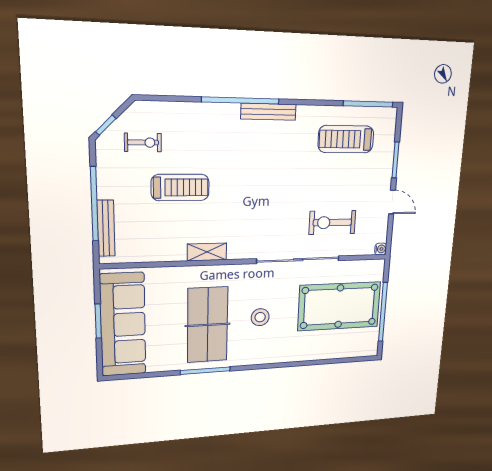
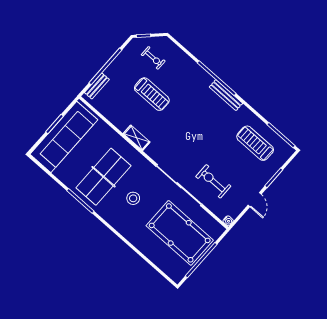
bench: (106, 228) -> (97, 86), width x0.73

